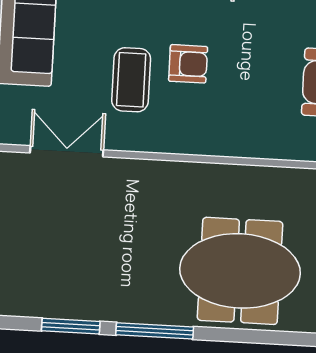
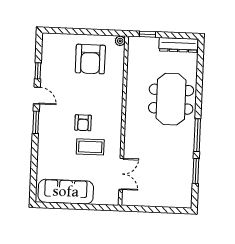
armchair: (188, 64) -> (83, 123), turned 180
double door: (67, 151) -> (121, 174), swing flipped

